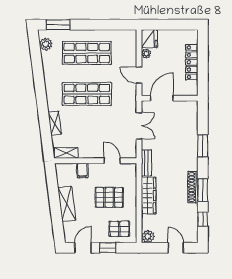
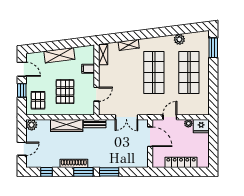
plant: (46, 44) -> (179, 39), moved
window: (203, 190) -> (83, 172), moved

